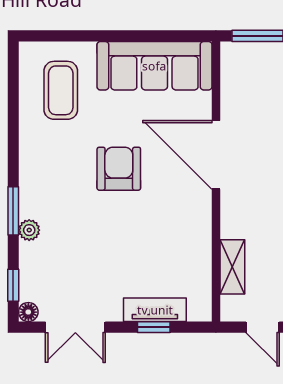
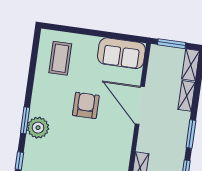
sofa: (154, 66) -> (121, 53), width x0.73
plant: (29, 230) -> (38, 128), width x1.88, depth x1.88

